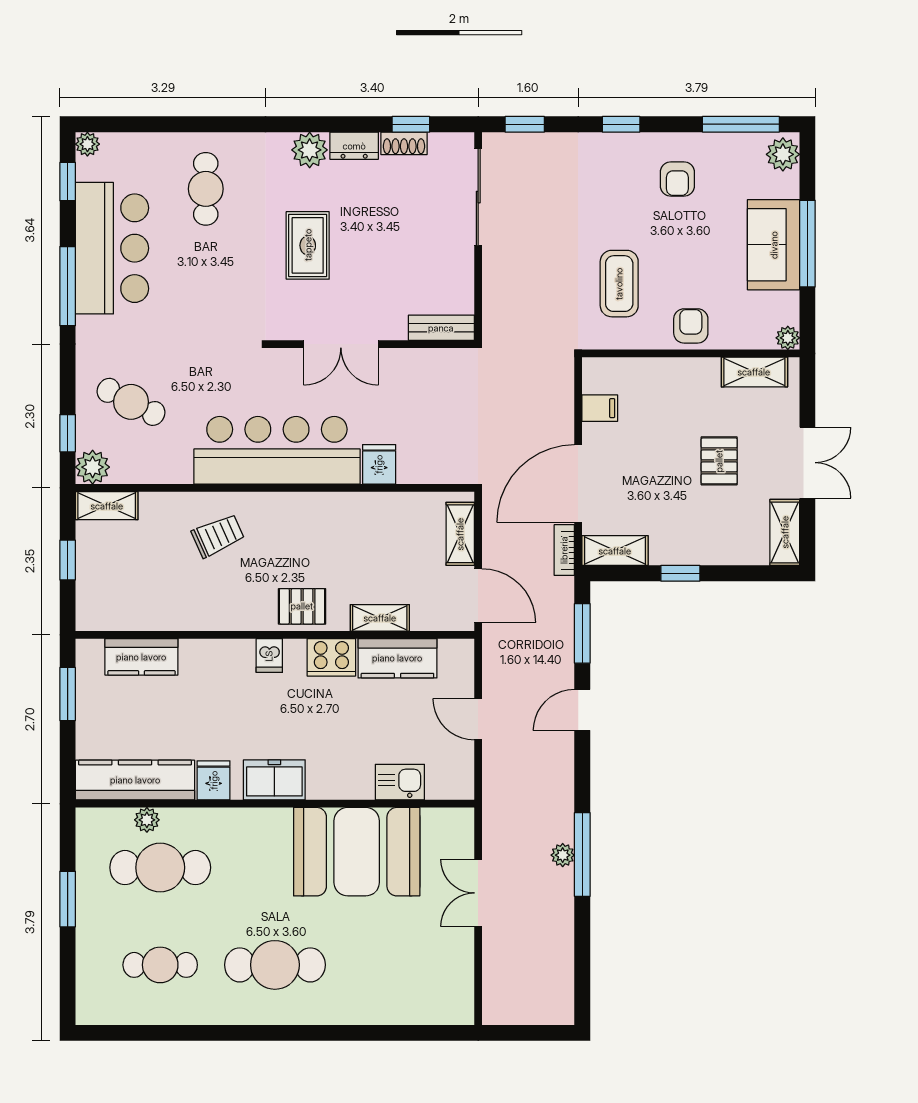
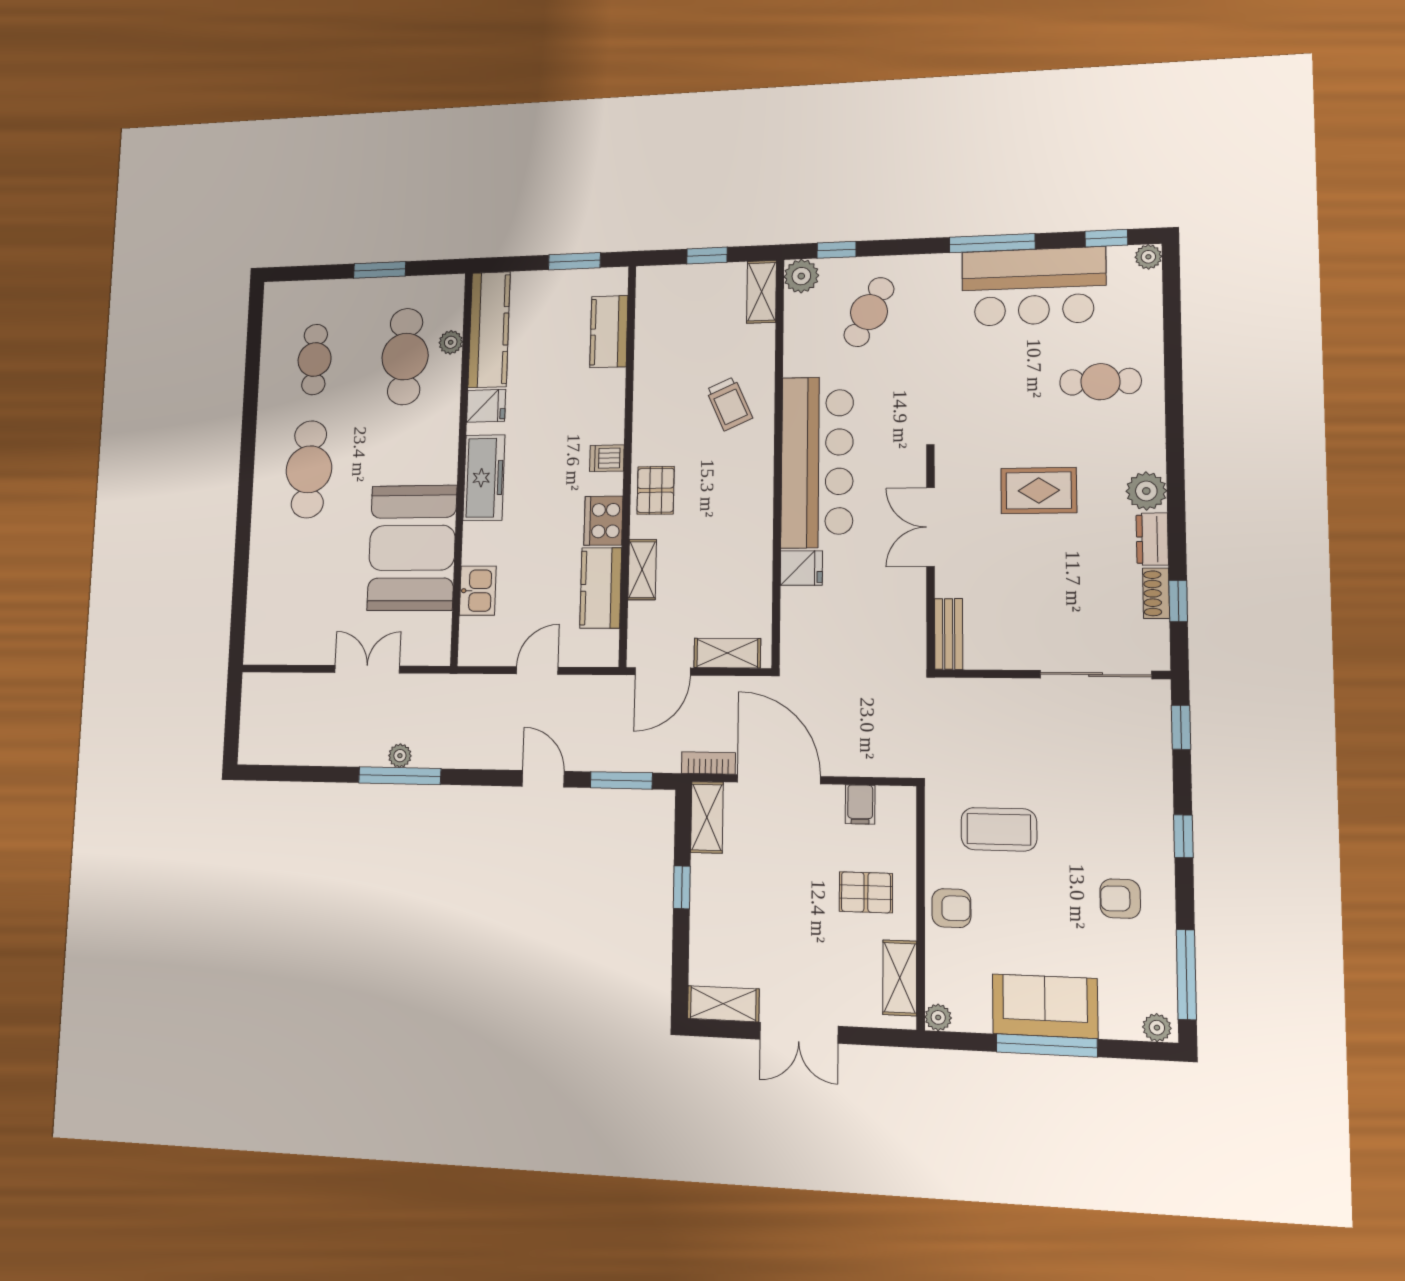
plant: (783, 154) -> (1157, 1028), width x0.73, depth x0.73
pallet: (719, 461) -> (866, 892), moved
freezer: (274, 780) -> (484, 478), width x1.40

